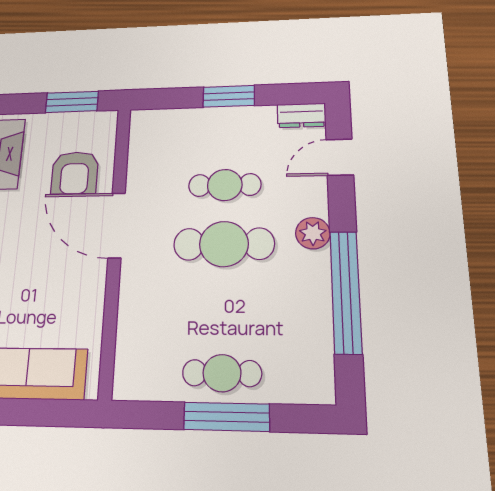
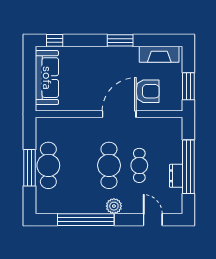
window: (229, 96) -> (188, 167), width x2.11
dresser: (301, 115) -> (176, 176), moved
armchair: (75, 173) -> (148, 91), turned 180
cafe table: (222, 373) -> (48, 165), width x1.37, depth x1.35

